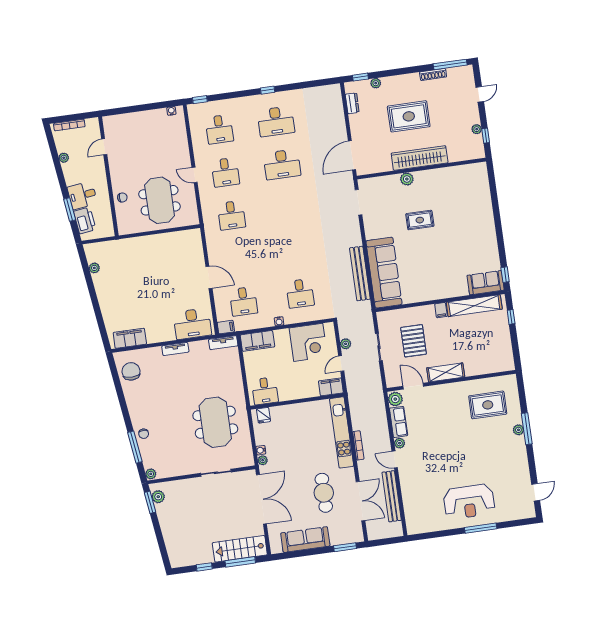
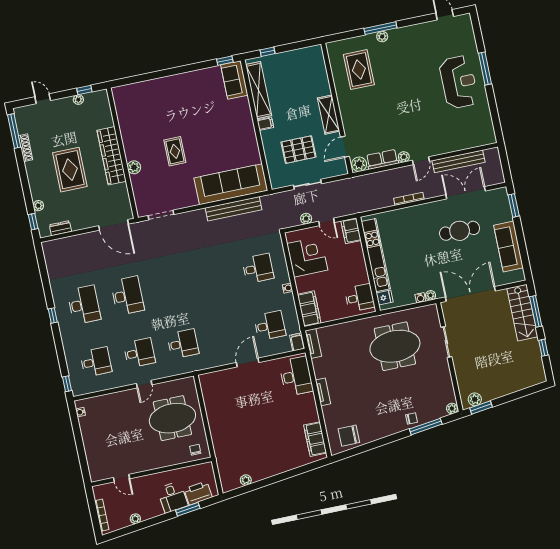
chair: (122, 197) -> (195, 450), moved
kitchen unit: (342, 432) -> (376, 255), moved, turned -90

